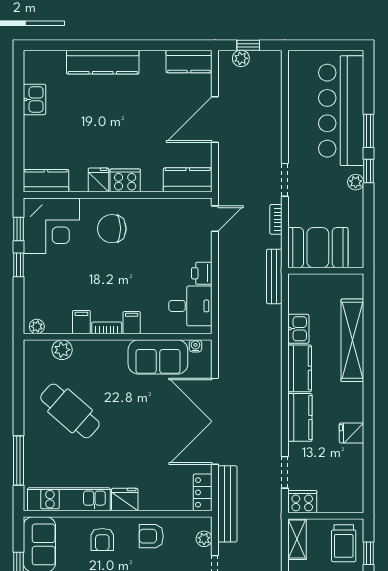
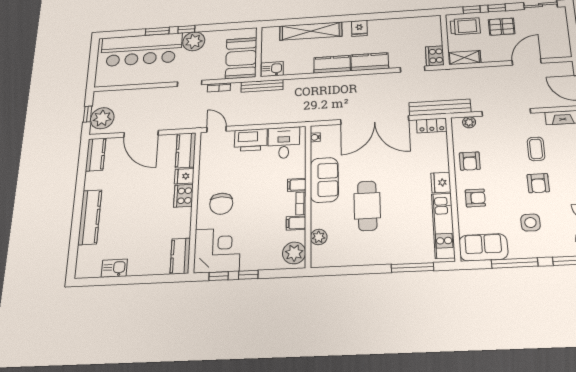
plant: (241, 58) -> (102, 118), width x1.87, depth x1.87
fridge: (98, 180) -> (184, 176), moved
plant: (356, 182) -> (194, 41), width x1.87, depth x1.87
printer: (202, 273) -> (251, 140), width x1.87, depth x1.48
plant: (37, 326) -> (294, 253), width x1.88, depth x1.88
kitchen sink: (298, 329) -> (272, 69), moved
sofa: (158, 357) -> (324, 180), moved
cafe table: (70, 411) -> (367, 206), moved, turned -41
fridge: (352, 433) -> (359, 28), moved

